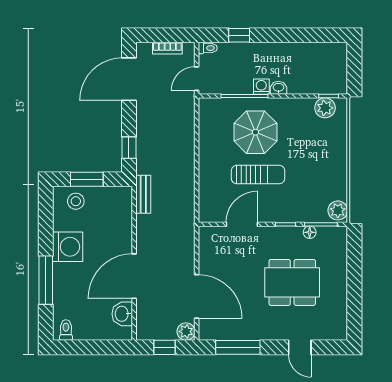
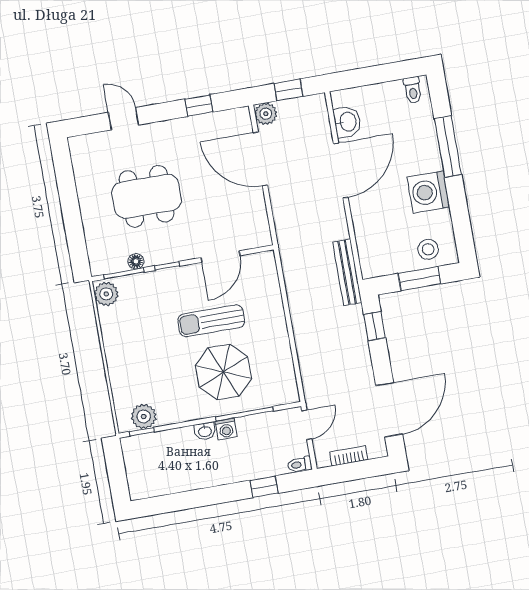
bench: (143, 194) -> (347, 272), width x1.36
window: (238, 347) -> (199, 105), width x0.46

